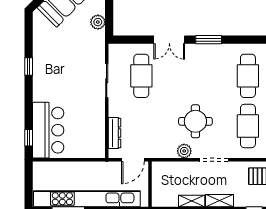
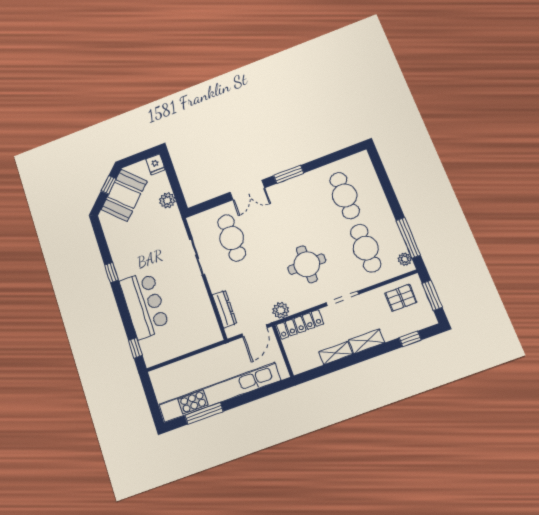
bar counter: (48, 130) -> (144, 305), moved
plant: (184, 151) -> (281, 310), moved
locker: (172, 168) -> (300, 324), added

